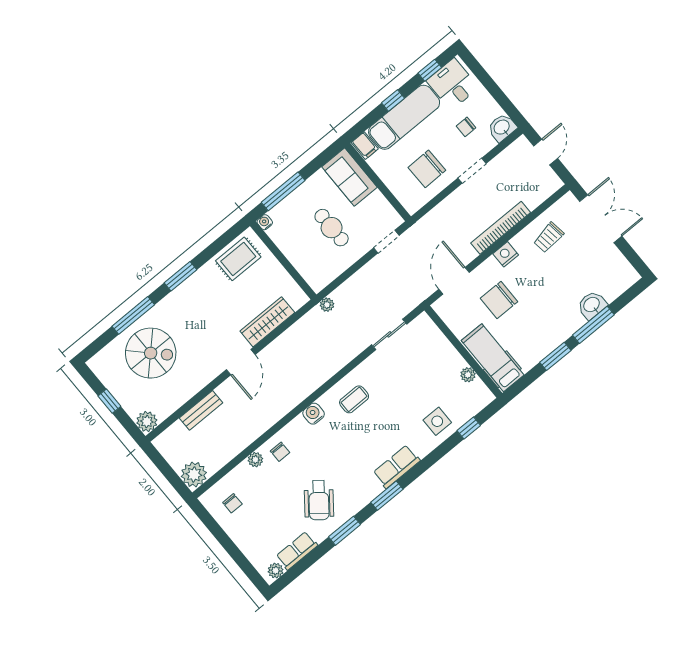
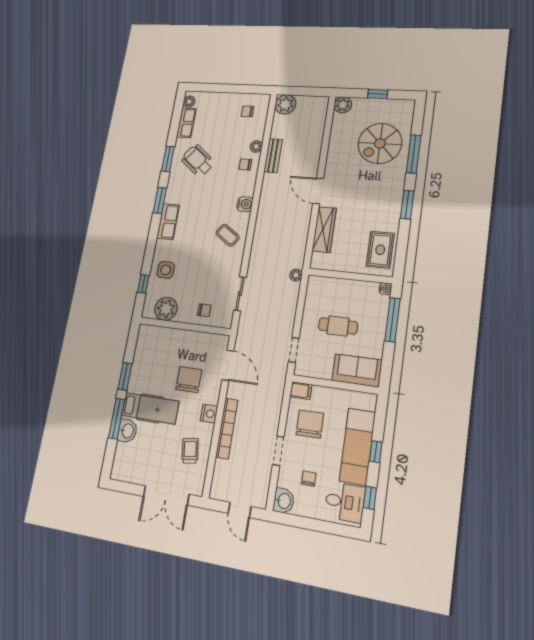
filing cabinet: (365, 146) -> (301, 391), moved, turned 180
chair: (434, 350) -> (204, 310), added
hospital bed: (493, 358) -> (150, 408), moved
plant: (468, 375) -> (166, 309), width x1.88, depth x1.88
coffee table: (354, 399) -> (228, 235), turned -56
bench: (201, 410) -> (273, 156), moved

